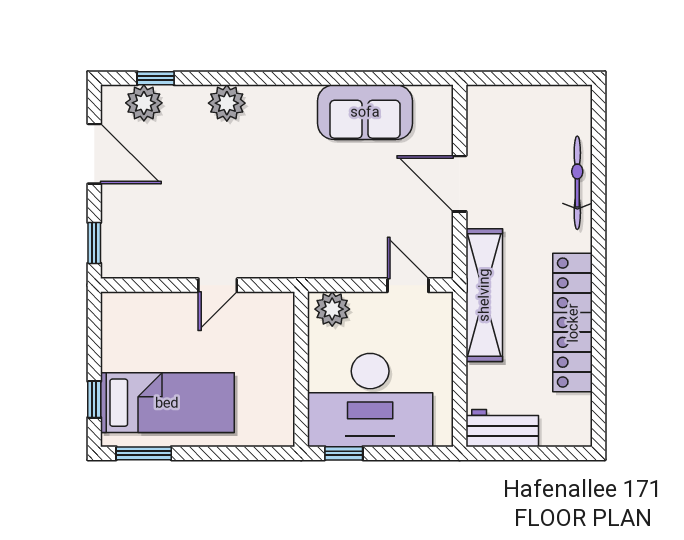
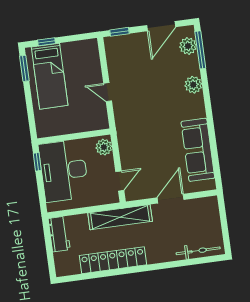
window: (156, 78) -> (200, 50), width x2.17
sofa: (365, 112) -> (198, 150), width x1.36
bicycle: (577, 183) -> (198, 251), moved

